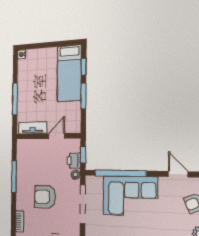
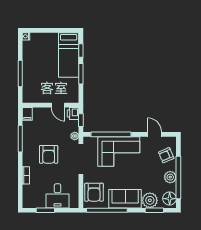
tv unit: (33, 128) -> (37, 98), removed
door: (57, 136) -> (58, 105), swing flipped
filing cabinet: (22, 147) -> (27, 114), added
printer: (74, 161) -> (73, 113), moved
armchair: (45, 197) -> (49, 154), turned -90

